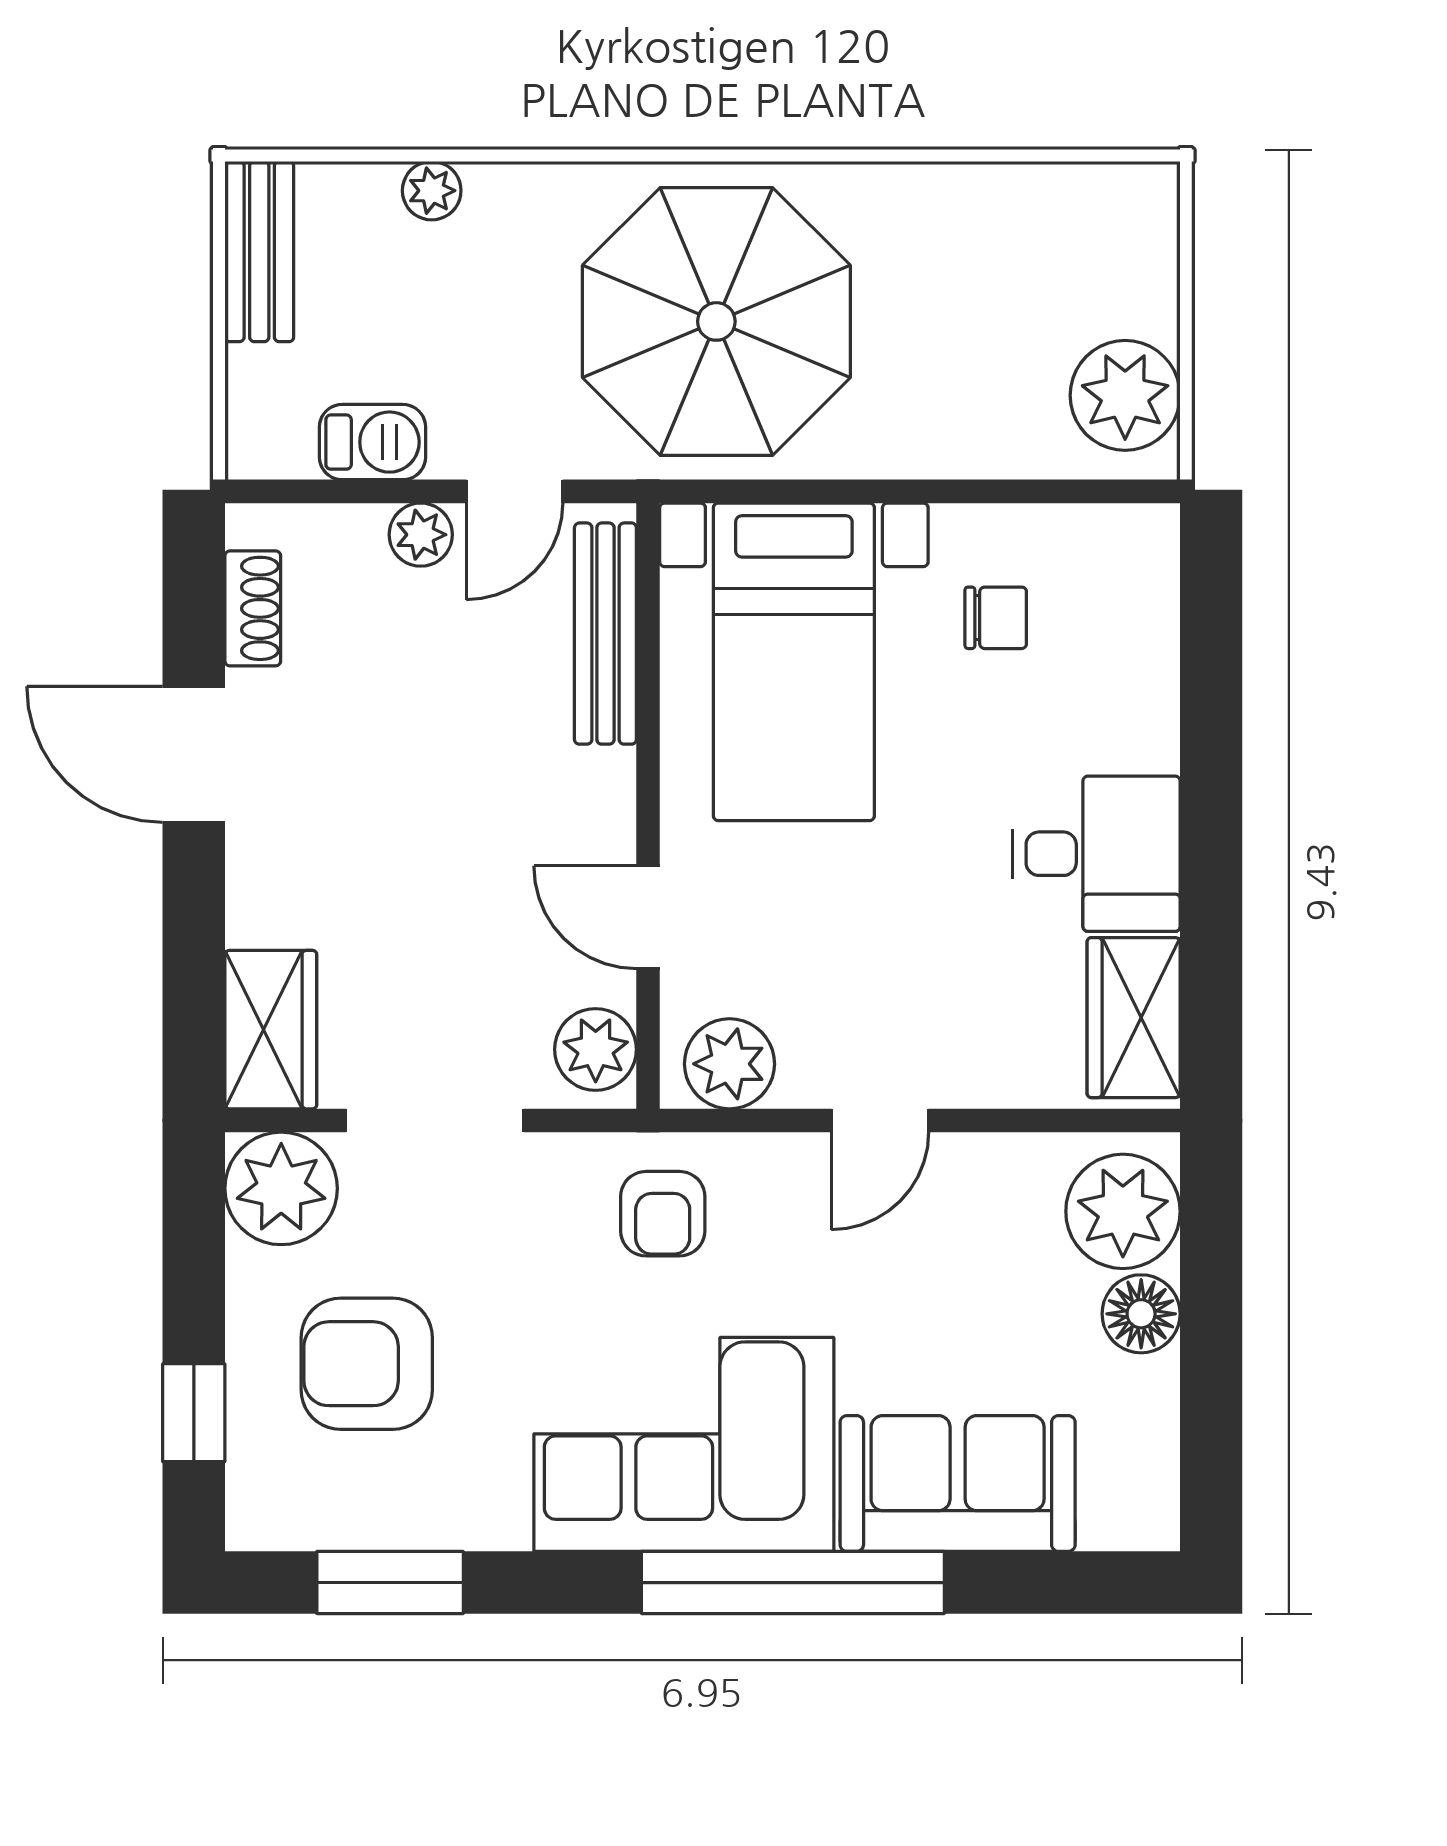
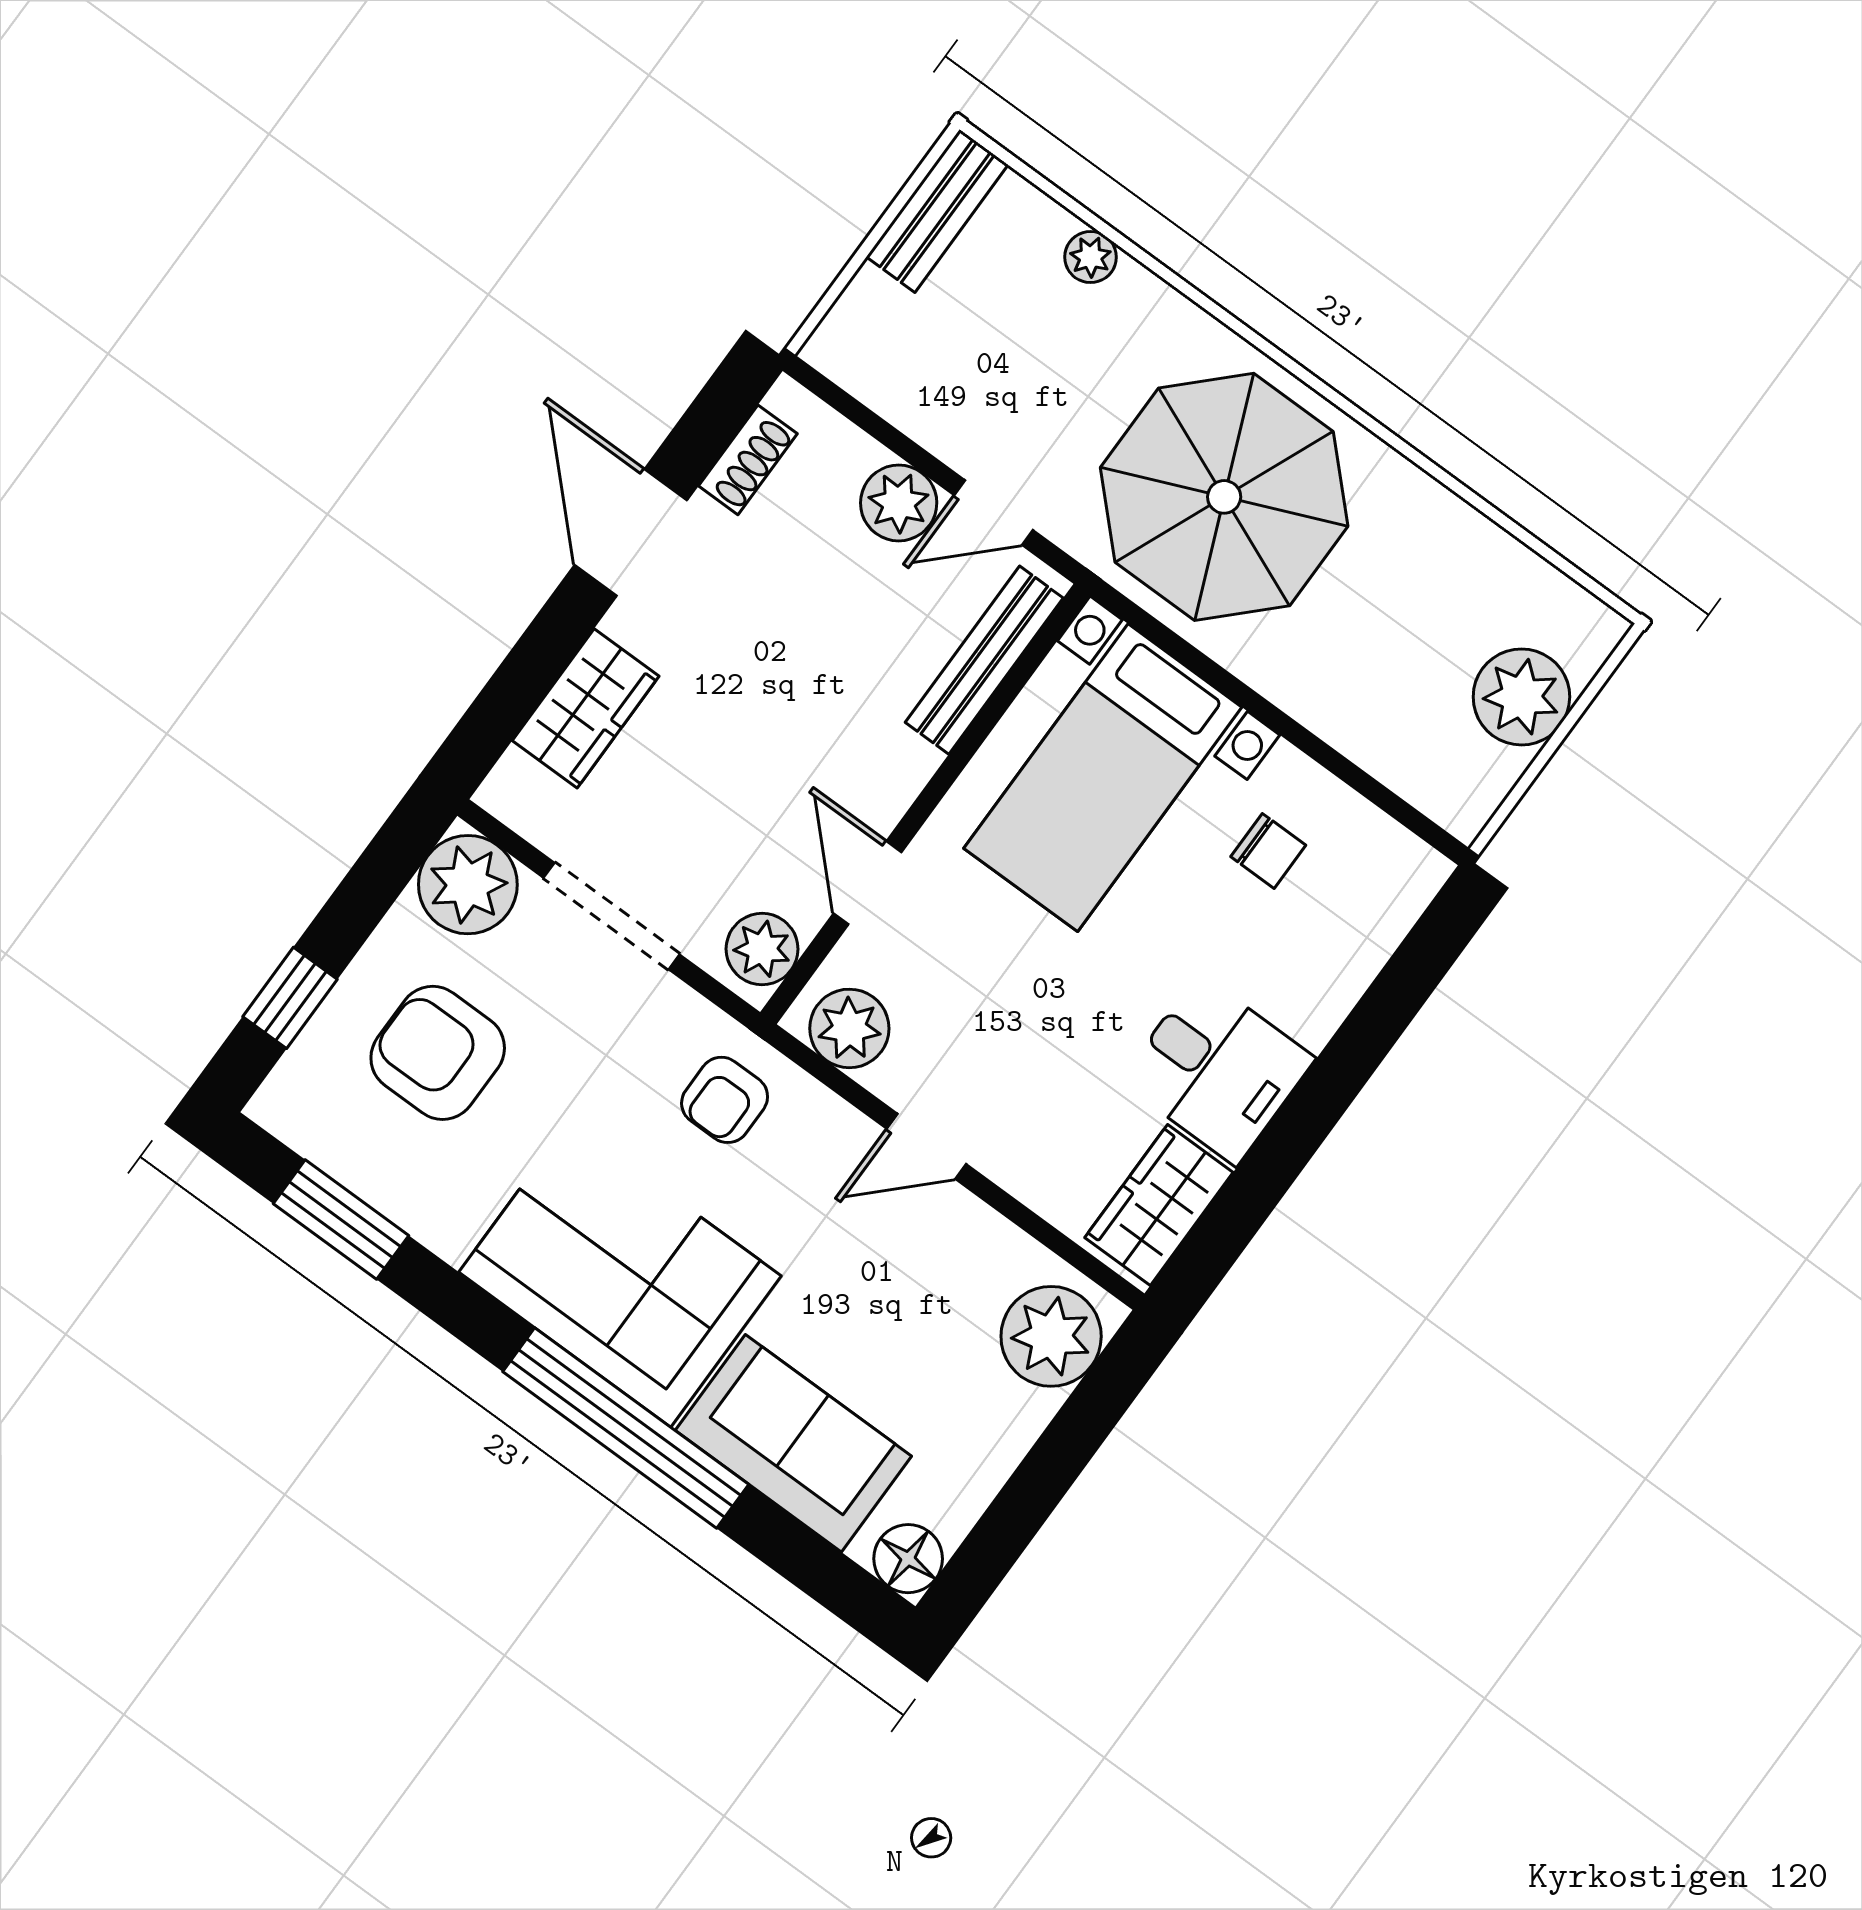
plant: (1125, 395) -> (1521, 697), moved
barbecue: (372, 442) -> (919, 404), removed
plant: (421, 535) -> (899, 503), width x1.38, depth x1.38
wardrobe: (271, 1030) -> (586, 708), moved
floor lamp: (1141, 1314) -> (908, 1559), moved

